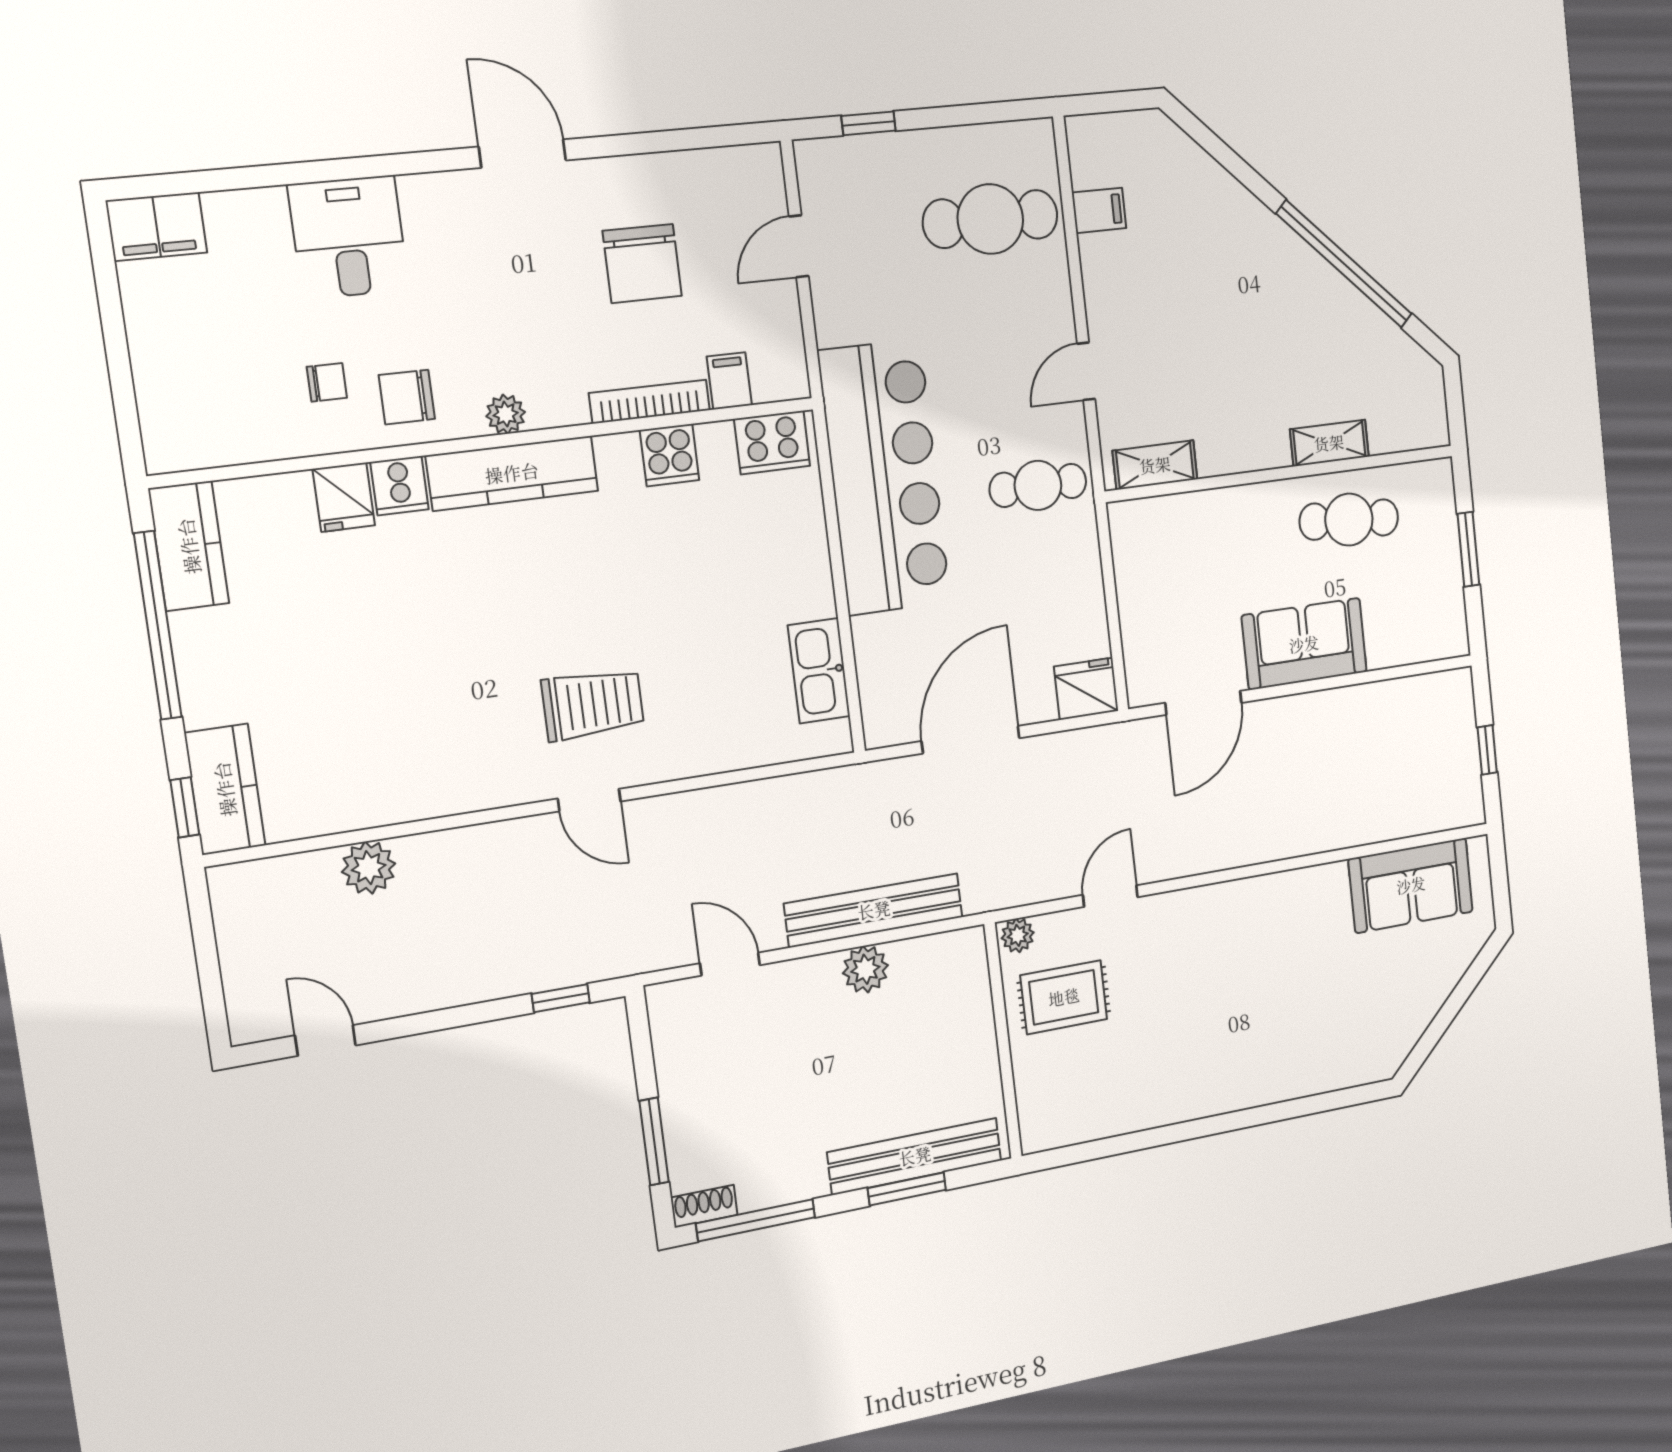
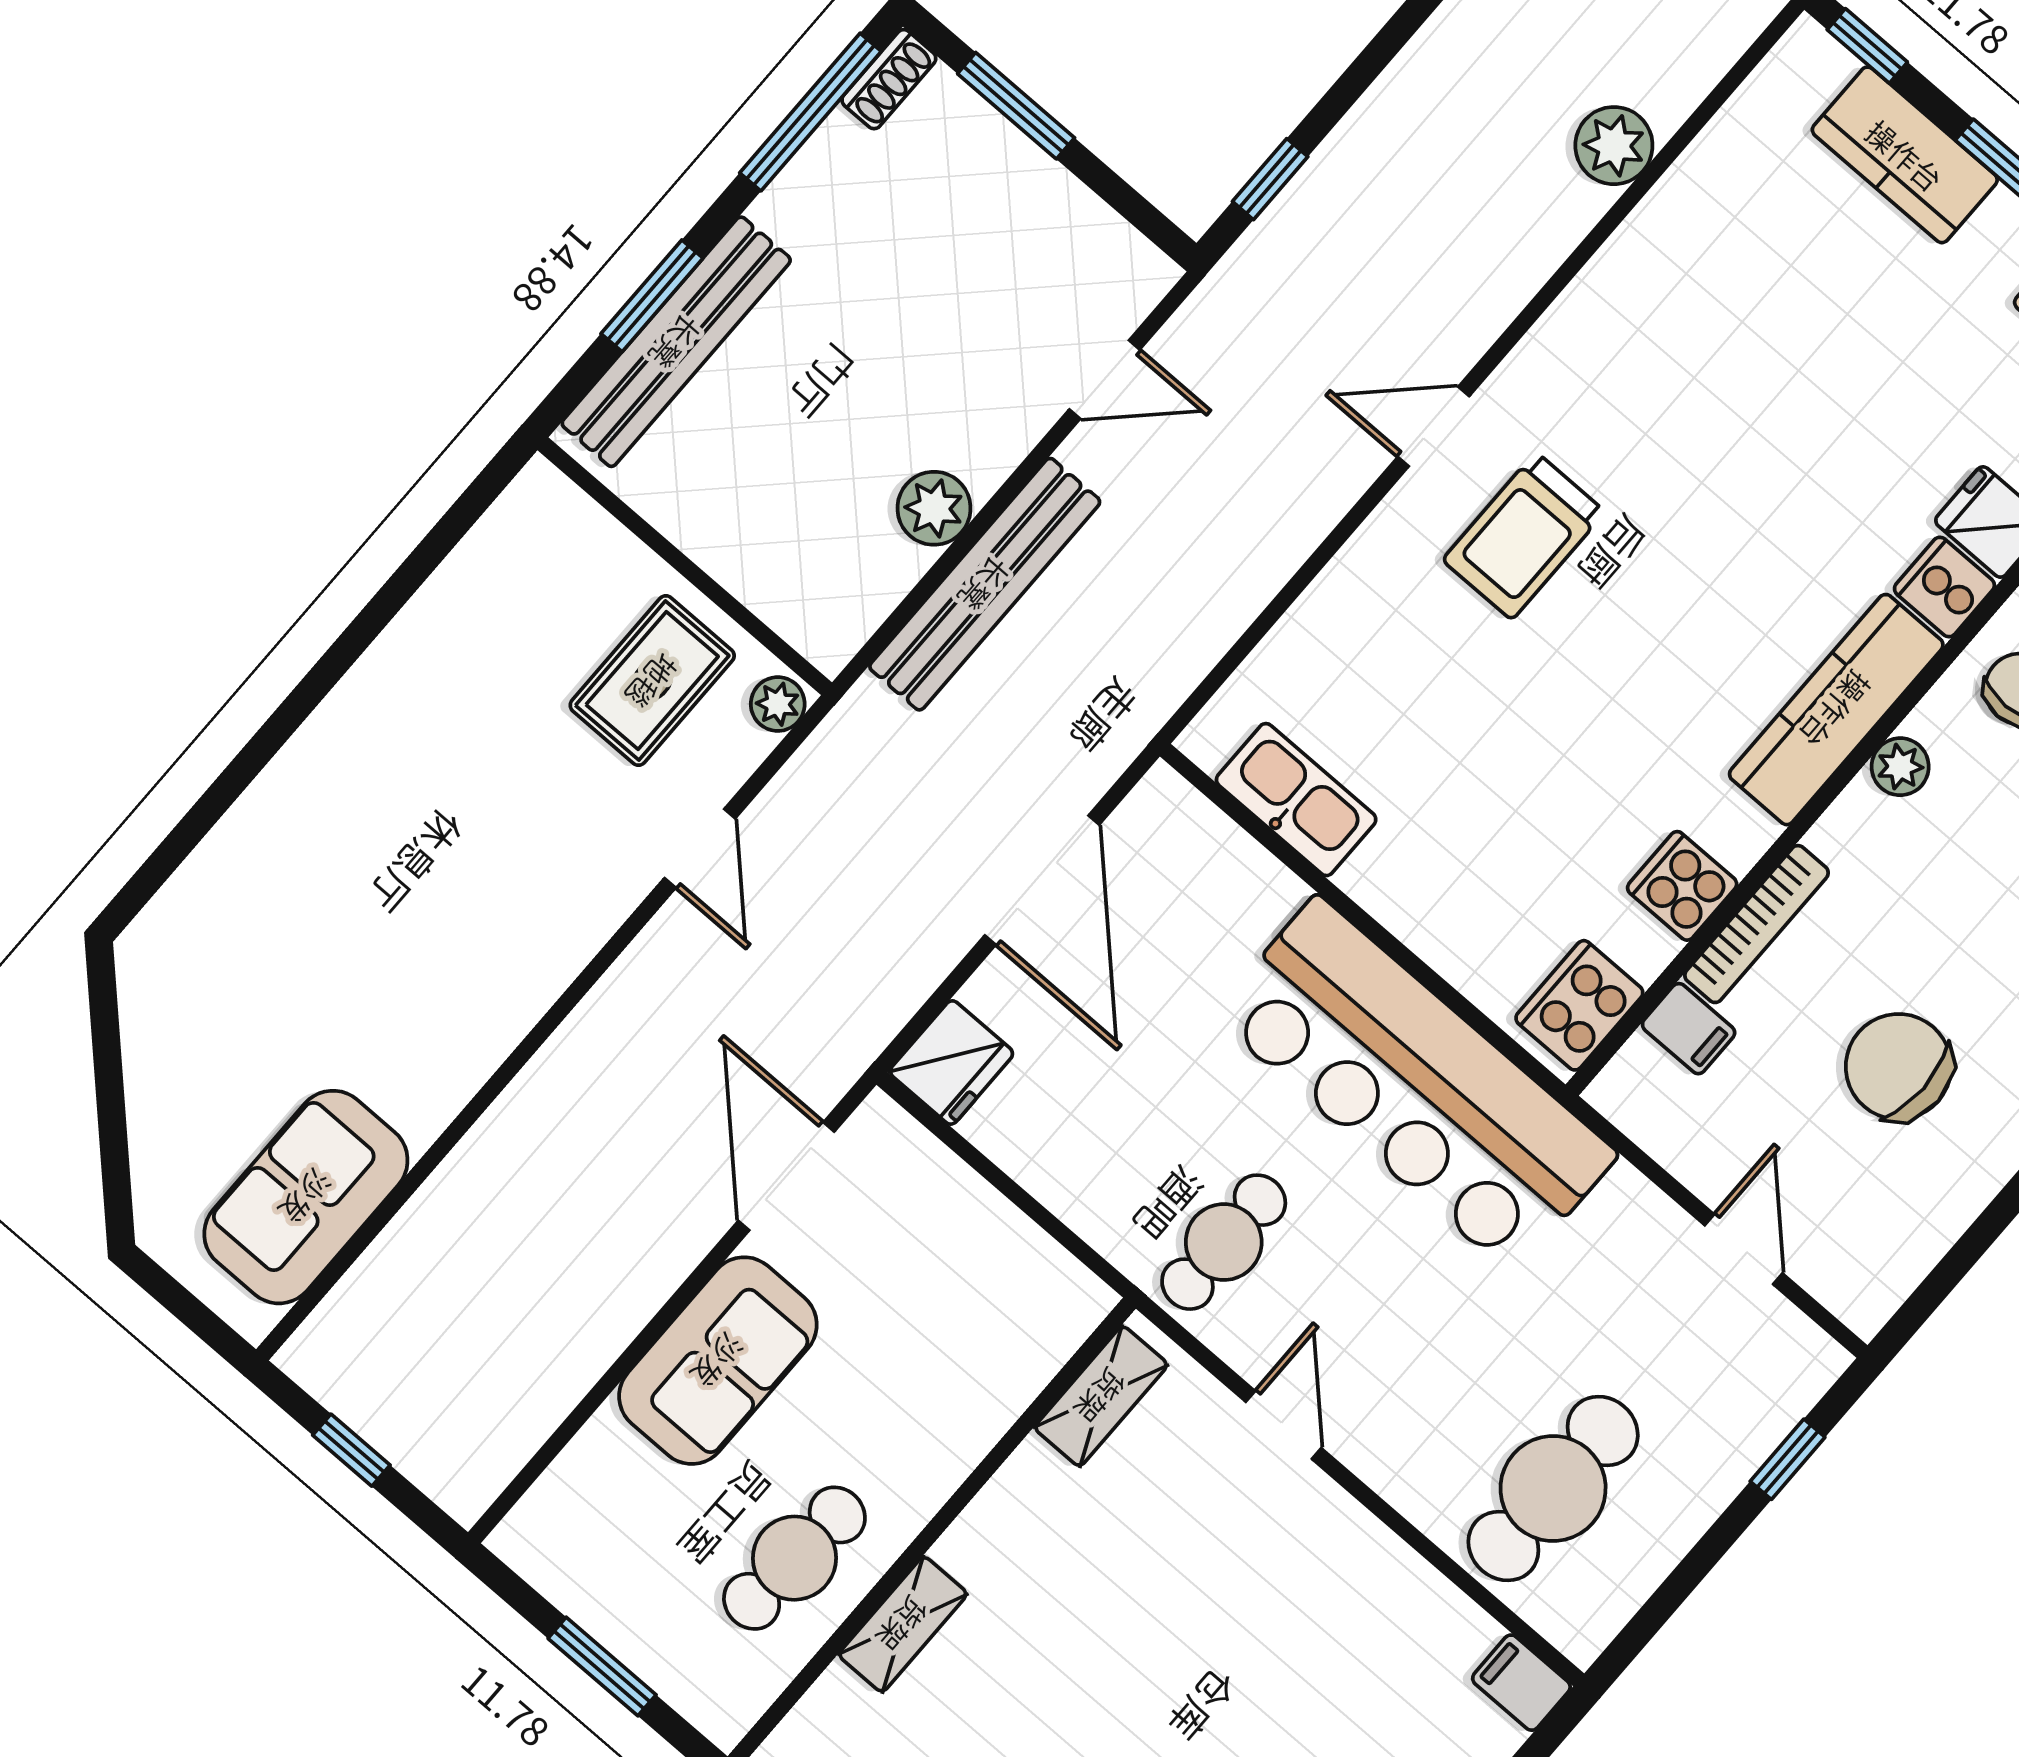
filing cabinet: (1099, 210) -> (1521, 1683), moved, turned 90
kitchen counter: (225, 789) -> (1905, 155), moved

